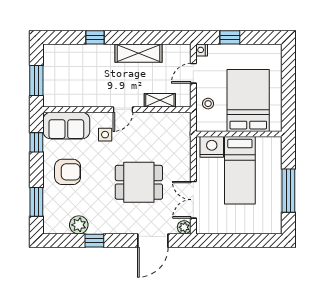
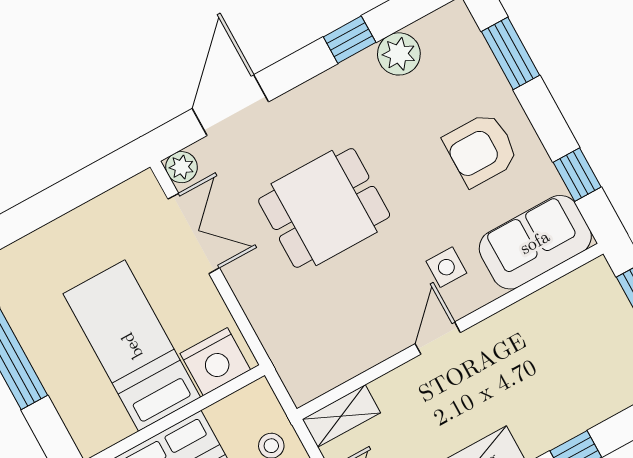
shelving: (160, 100) -> (341, 416), moved

